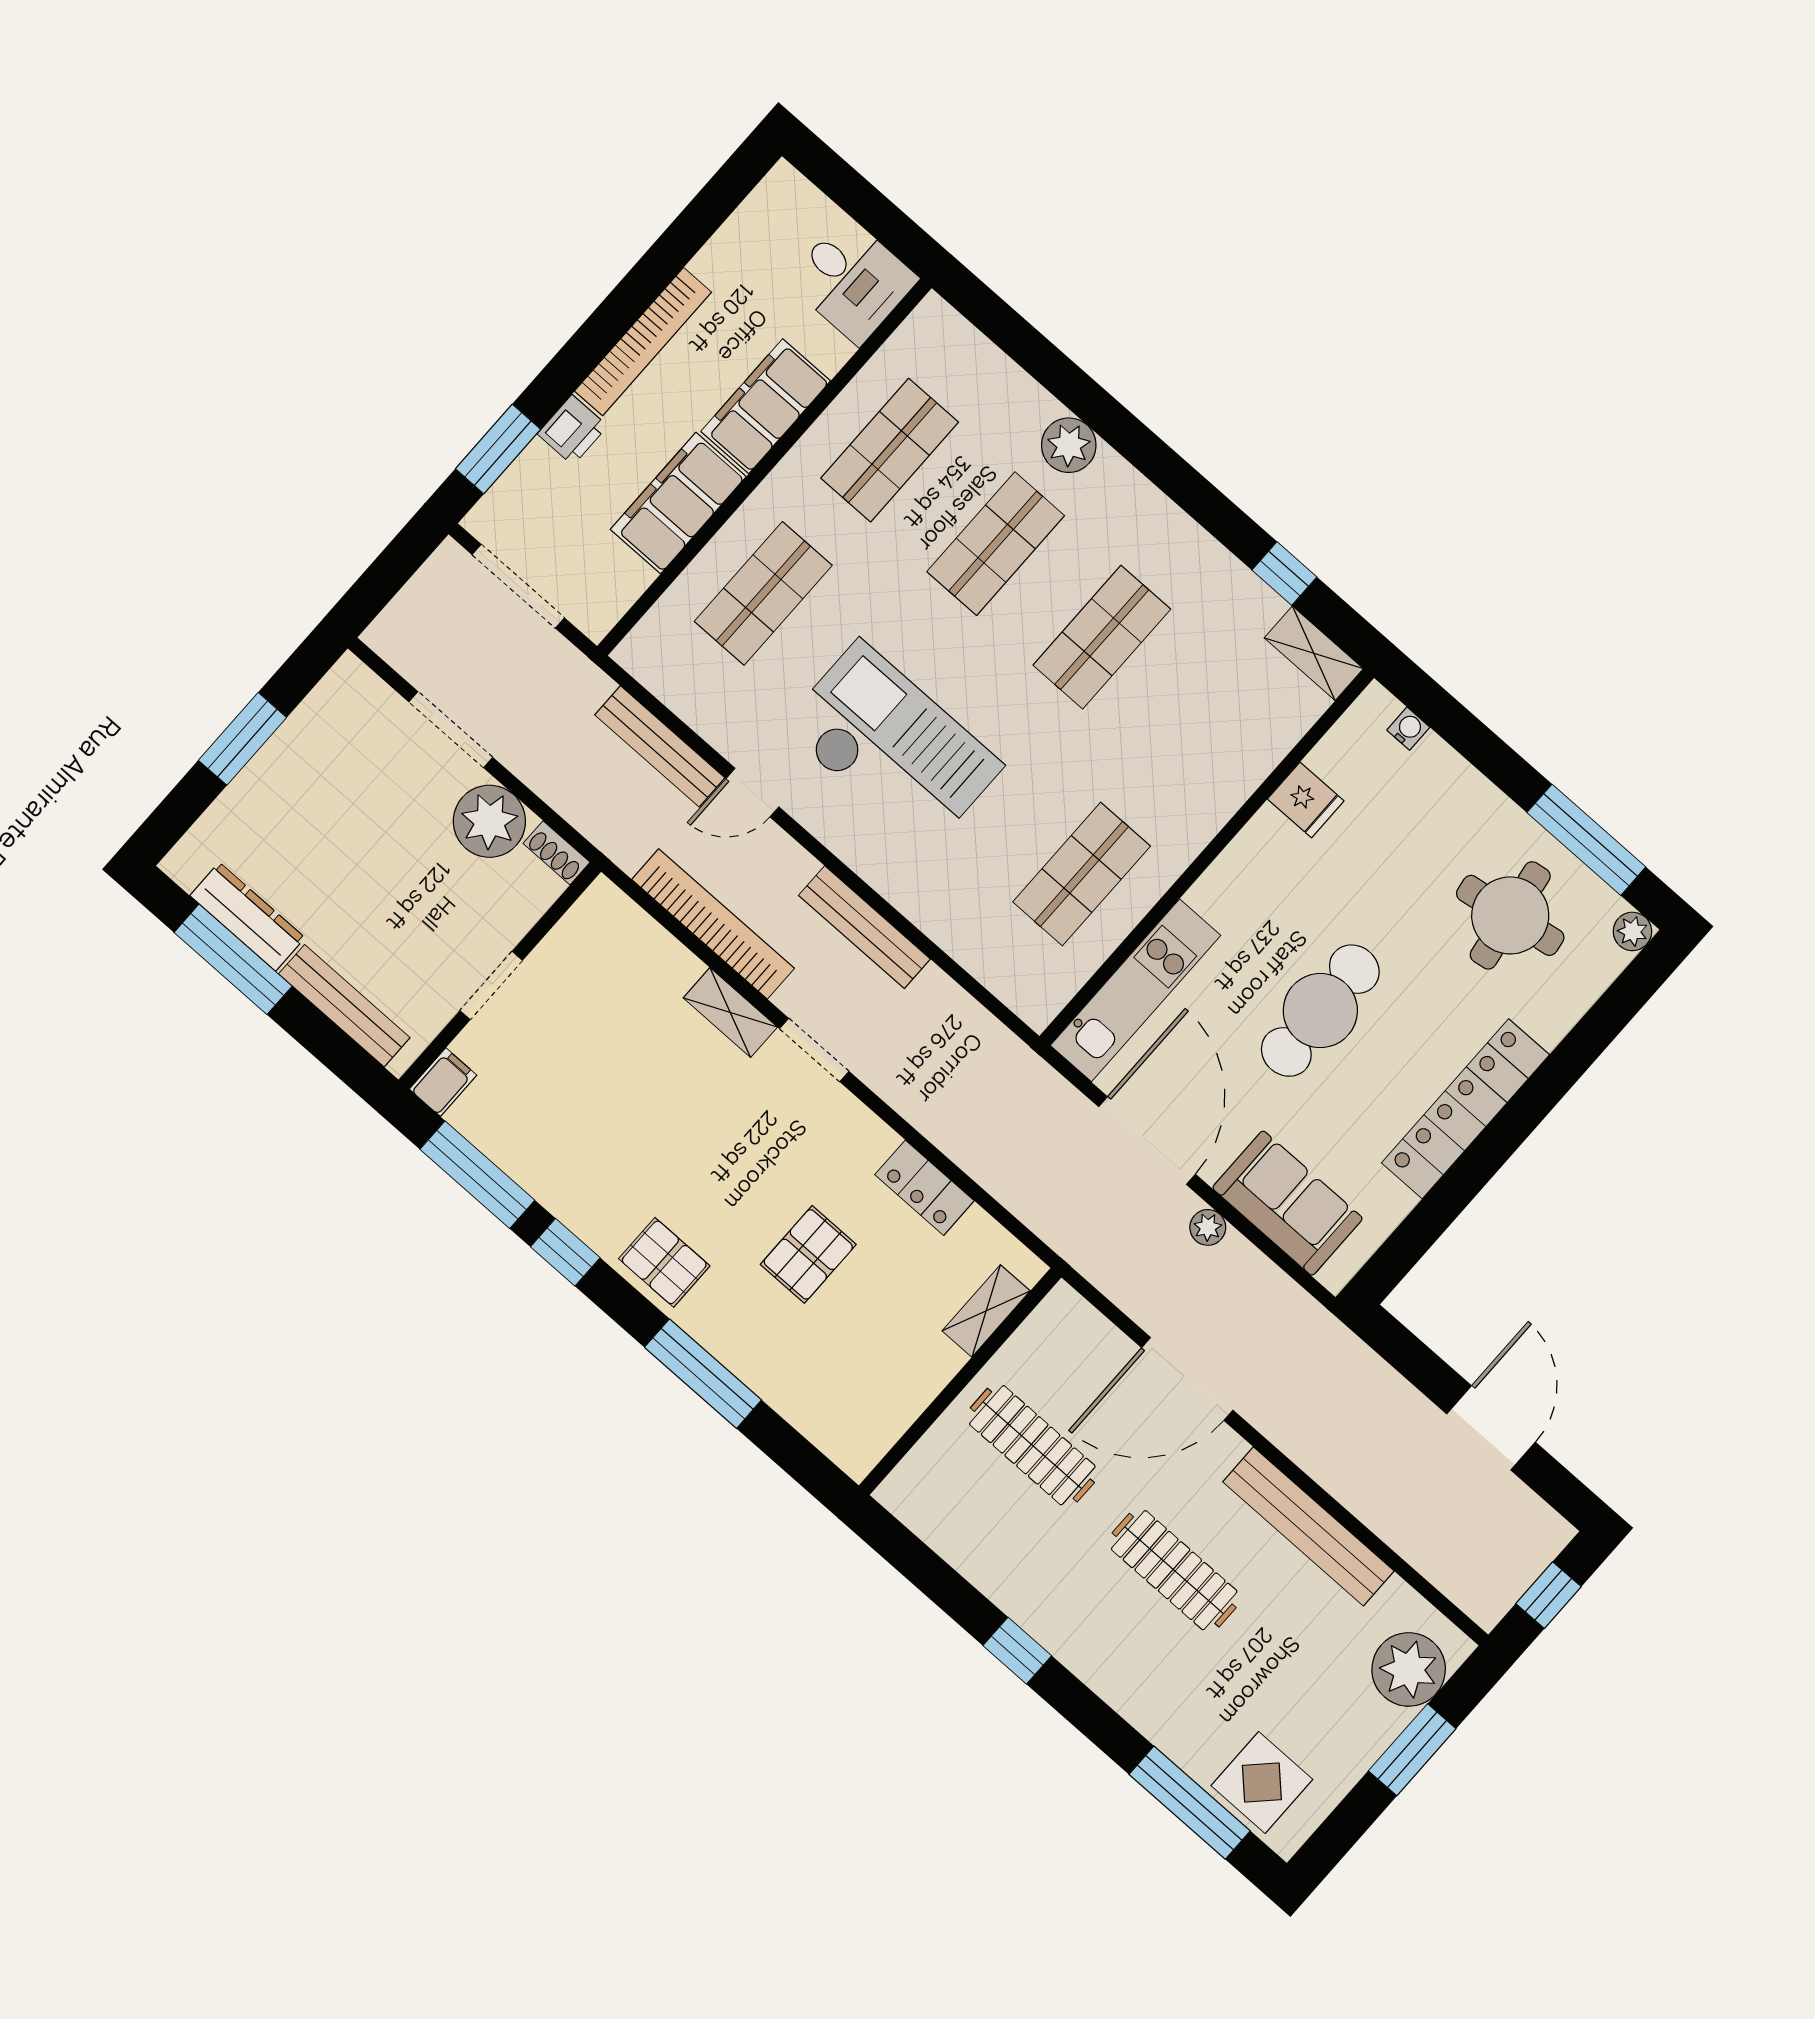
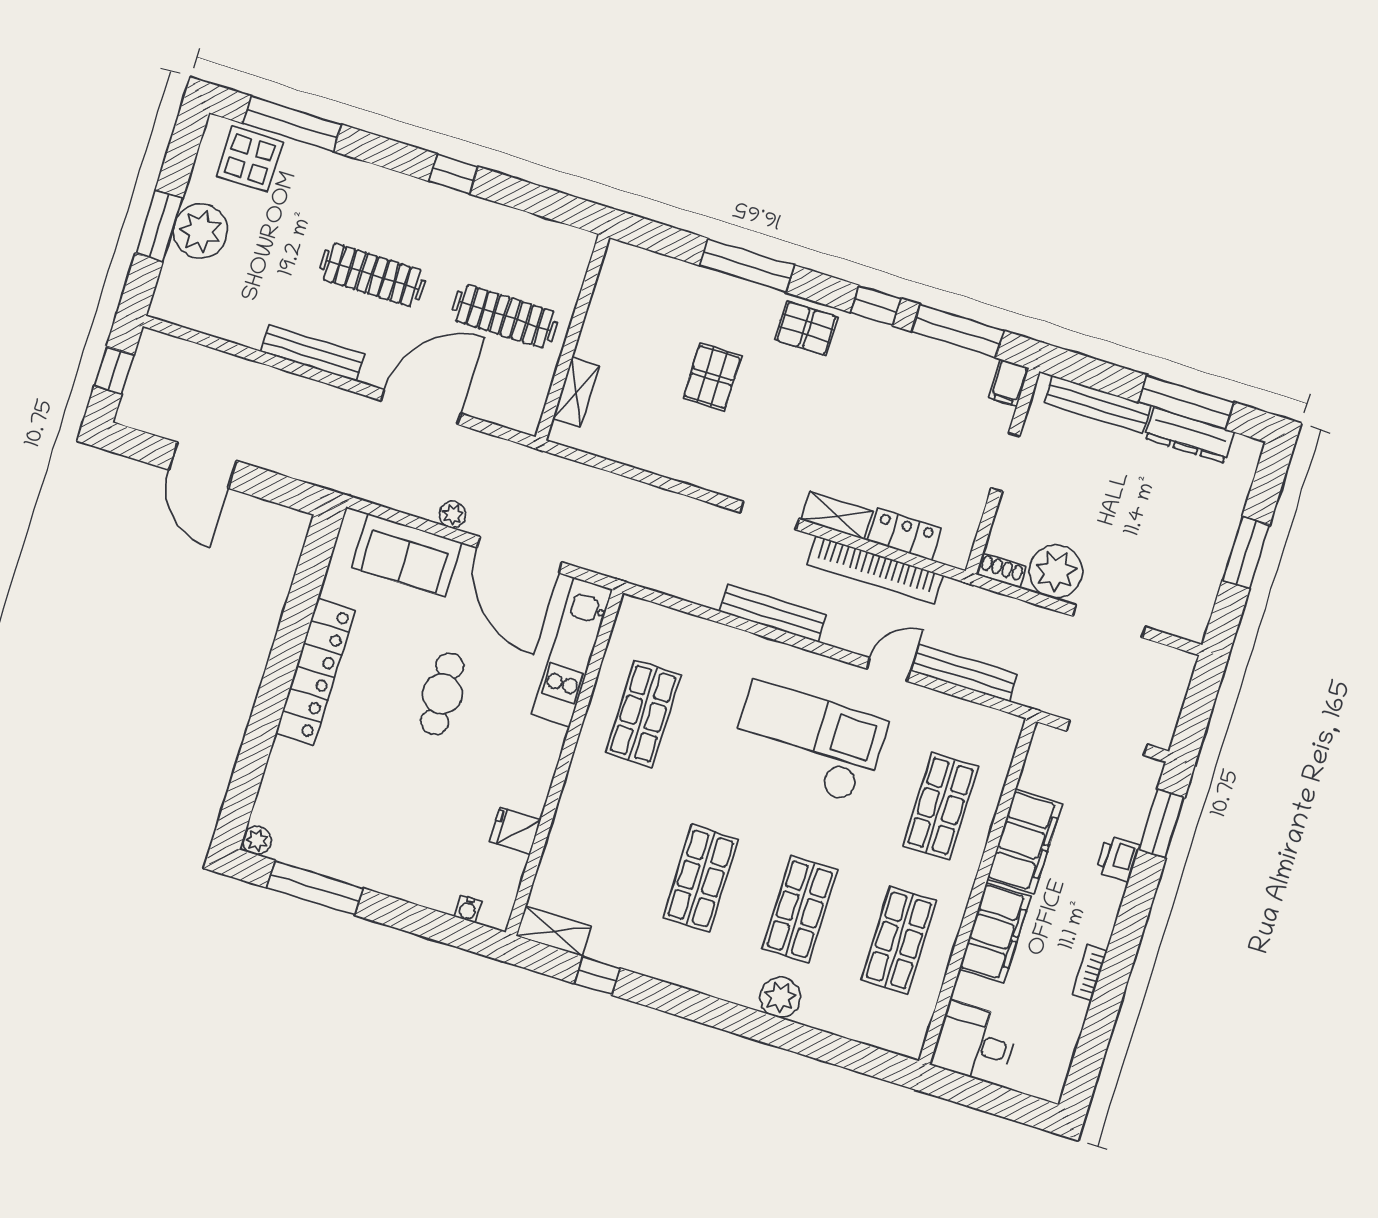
bookcase: (643, 342) -> (1089, 973), width x0.43, depth x0.76
checkout: (892, 746) -> (808, 742), turned 180
round table: (1510, 915) -> (344, 814), removed
cafe table: (1320, 1011) -> (442, 694), width x0.73, depth x0.74
locker: (924, 1188) -> (904, 534), moved
bench: (1308, 1526) -> (312, 353), width x0.73, depth x0.82
plant: (1409, 1669) -> (200, 231), moved

